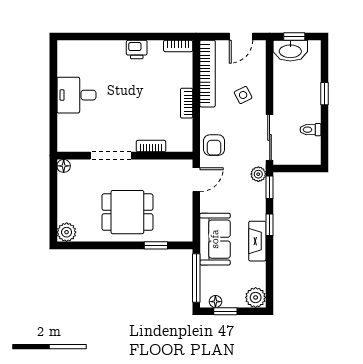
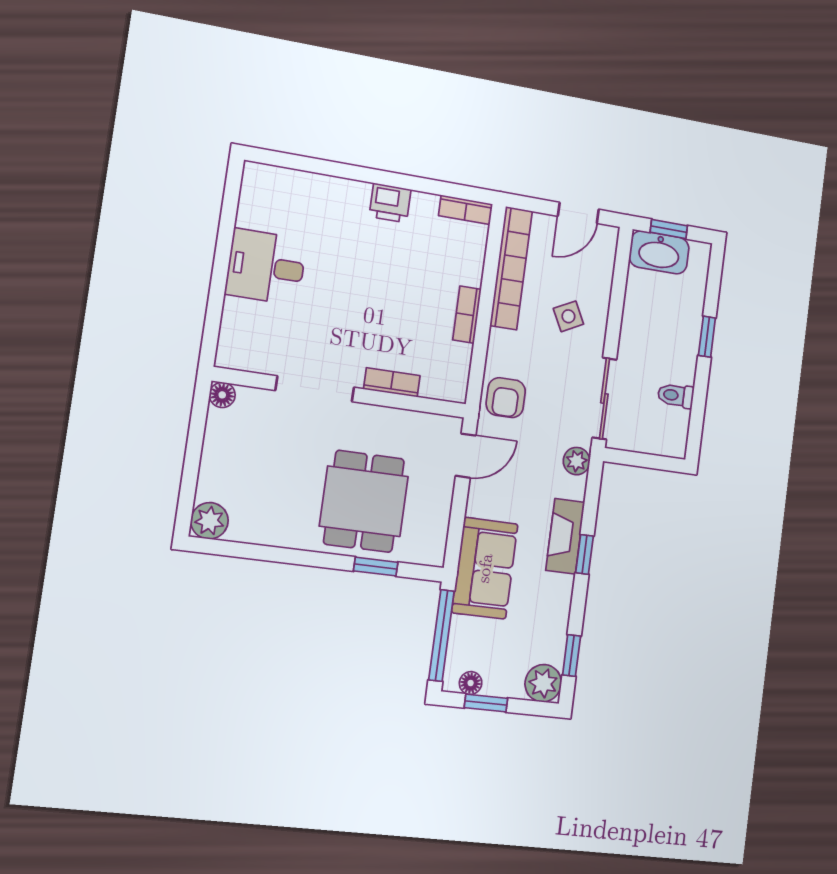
window: (270, 187) -> (572, 656), moved
dining table: (127, 212) -> (364, 501), moved, turned 90
fireplace: (257, 241) -> (565, 536), moved

